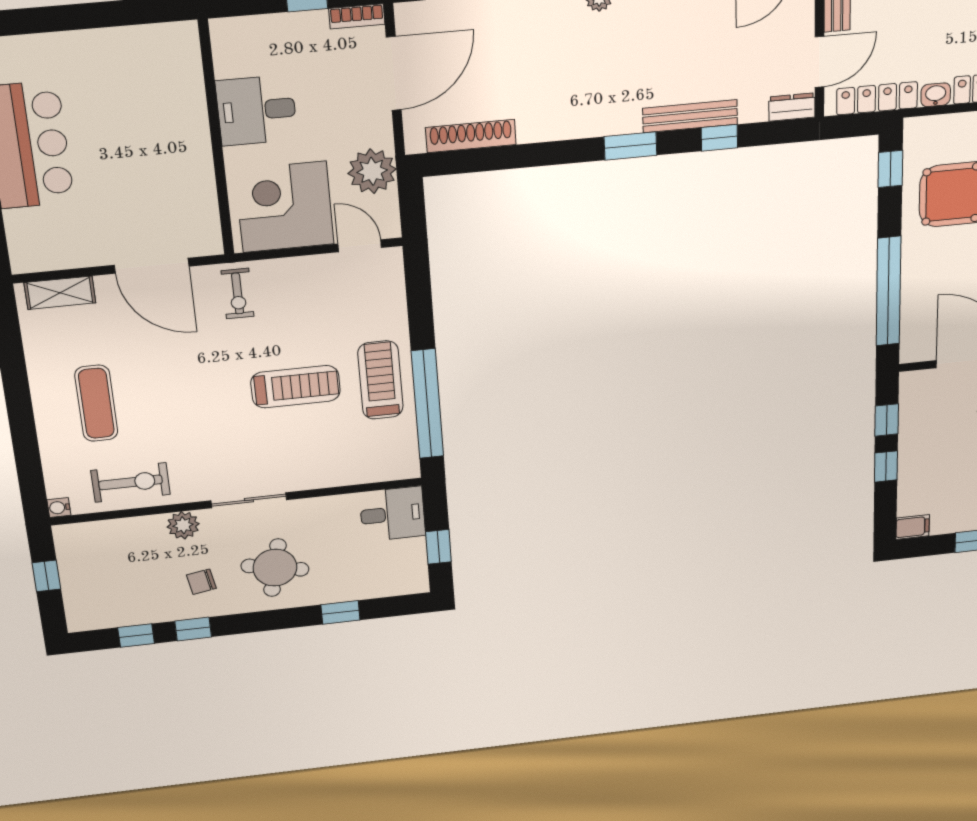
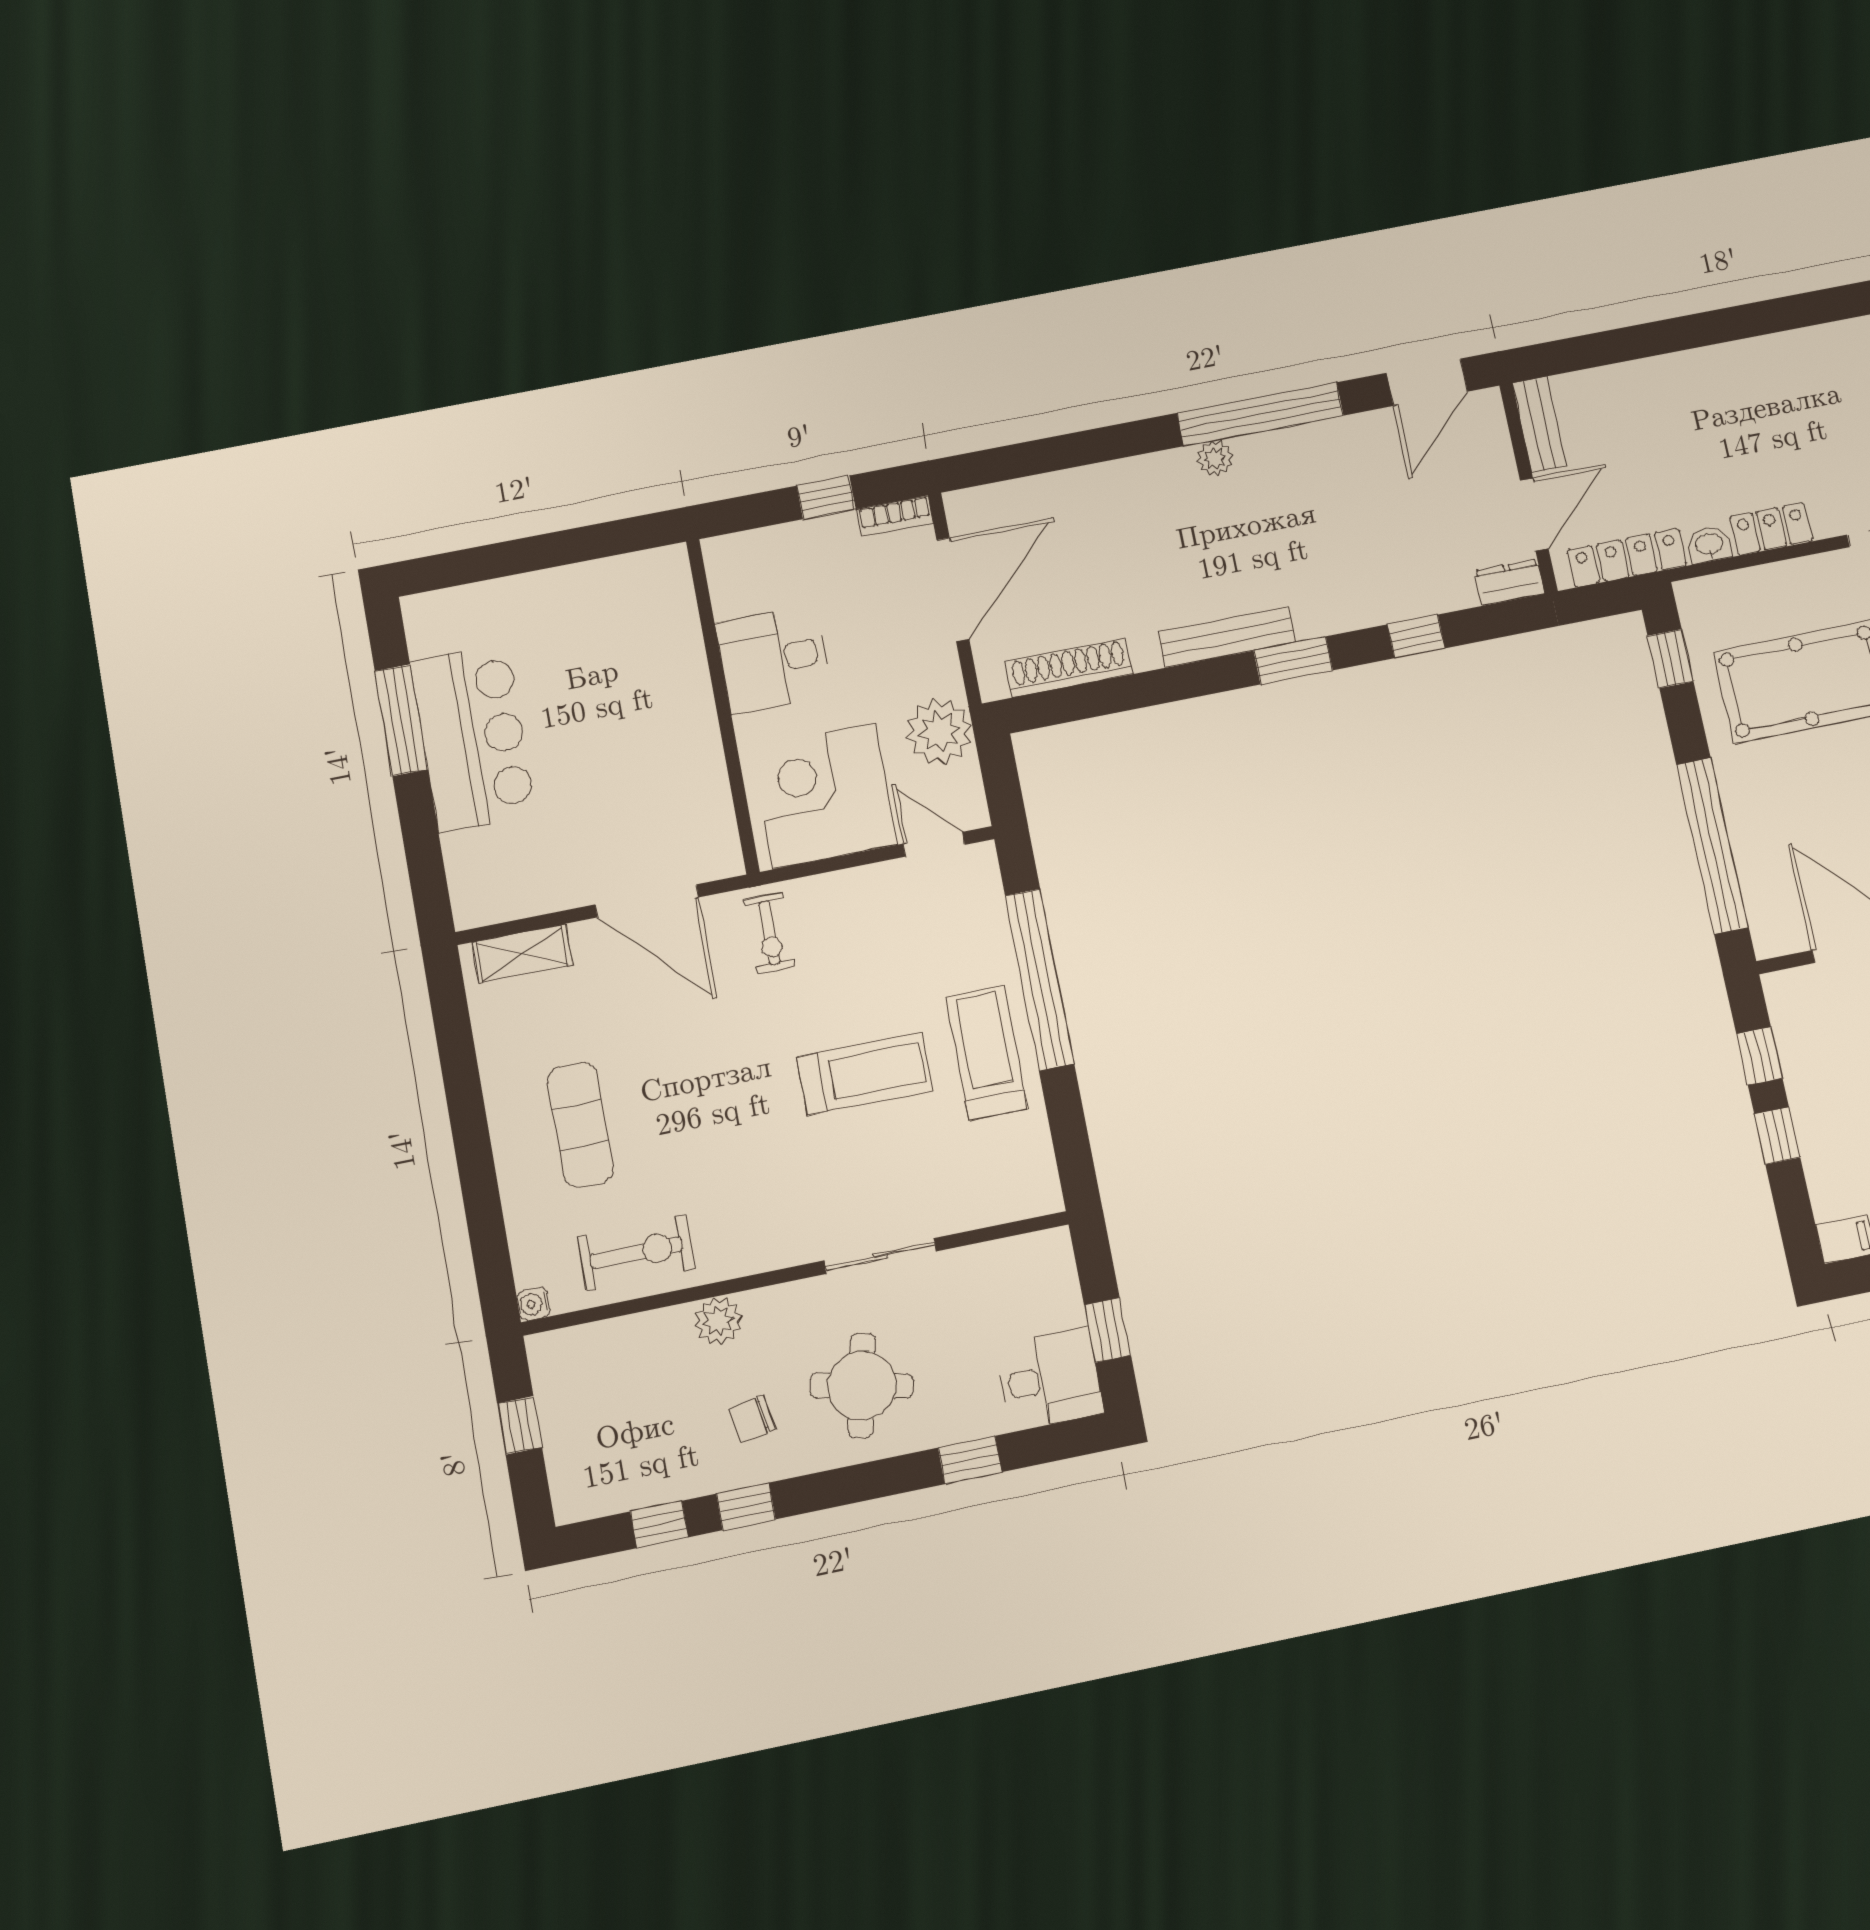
bench: (690, 116) -> (1227, 637), moved
window: (427, 404) -> (1040, 979), moved
sliding door: (249, 500) -> (880, 1256), moved
desk: (393, 514) -> (1050, 1379), moved

